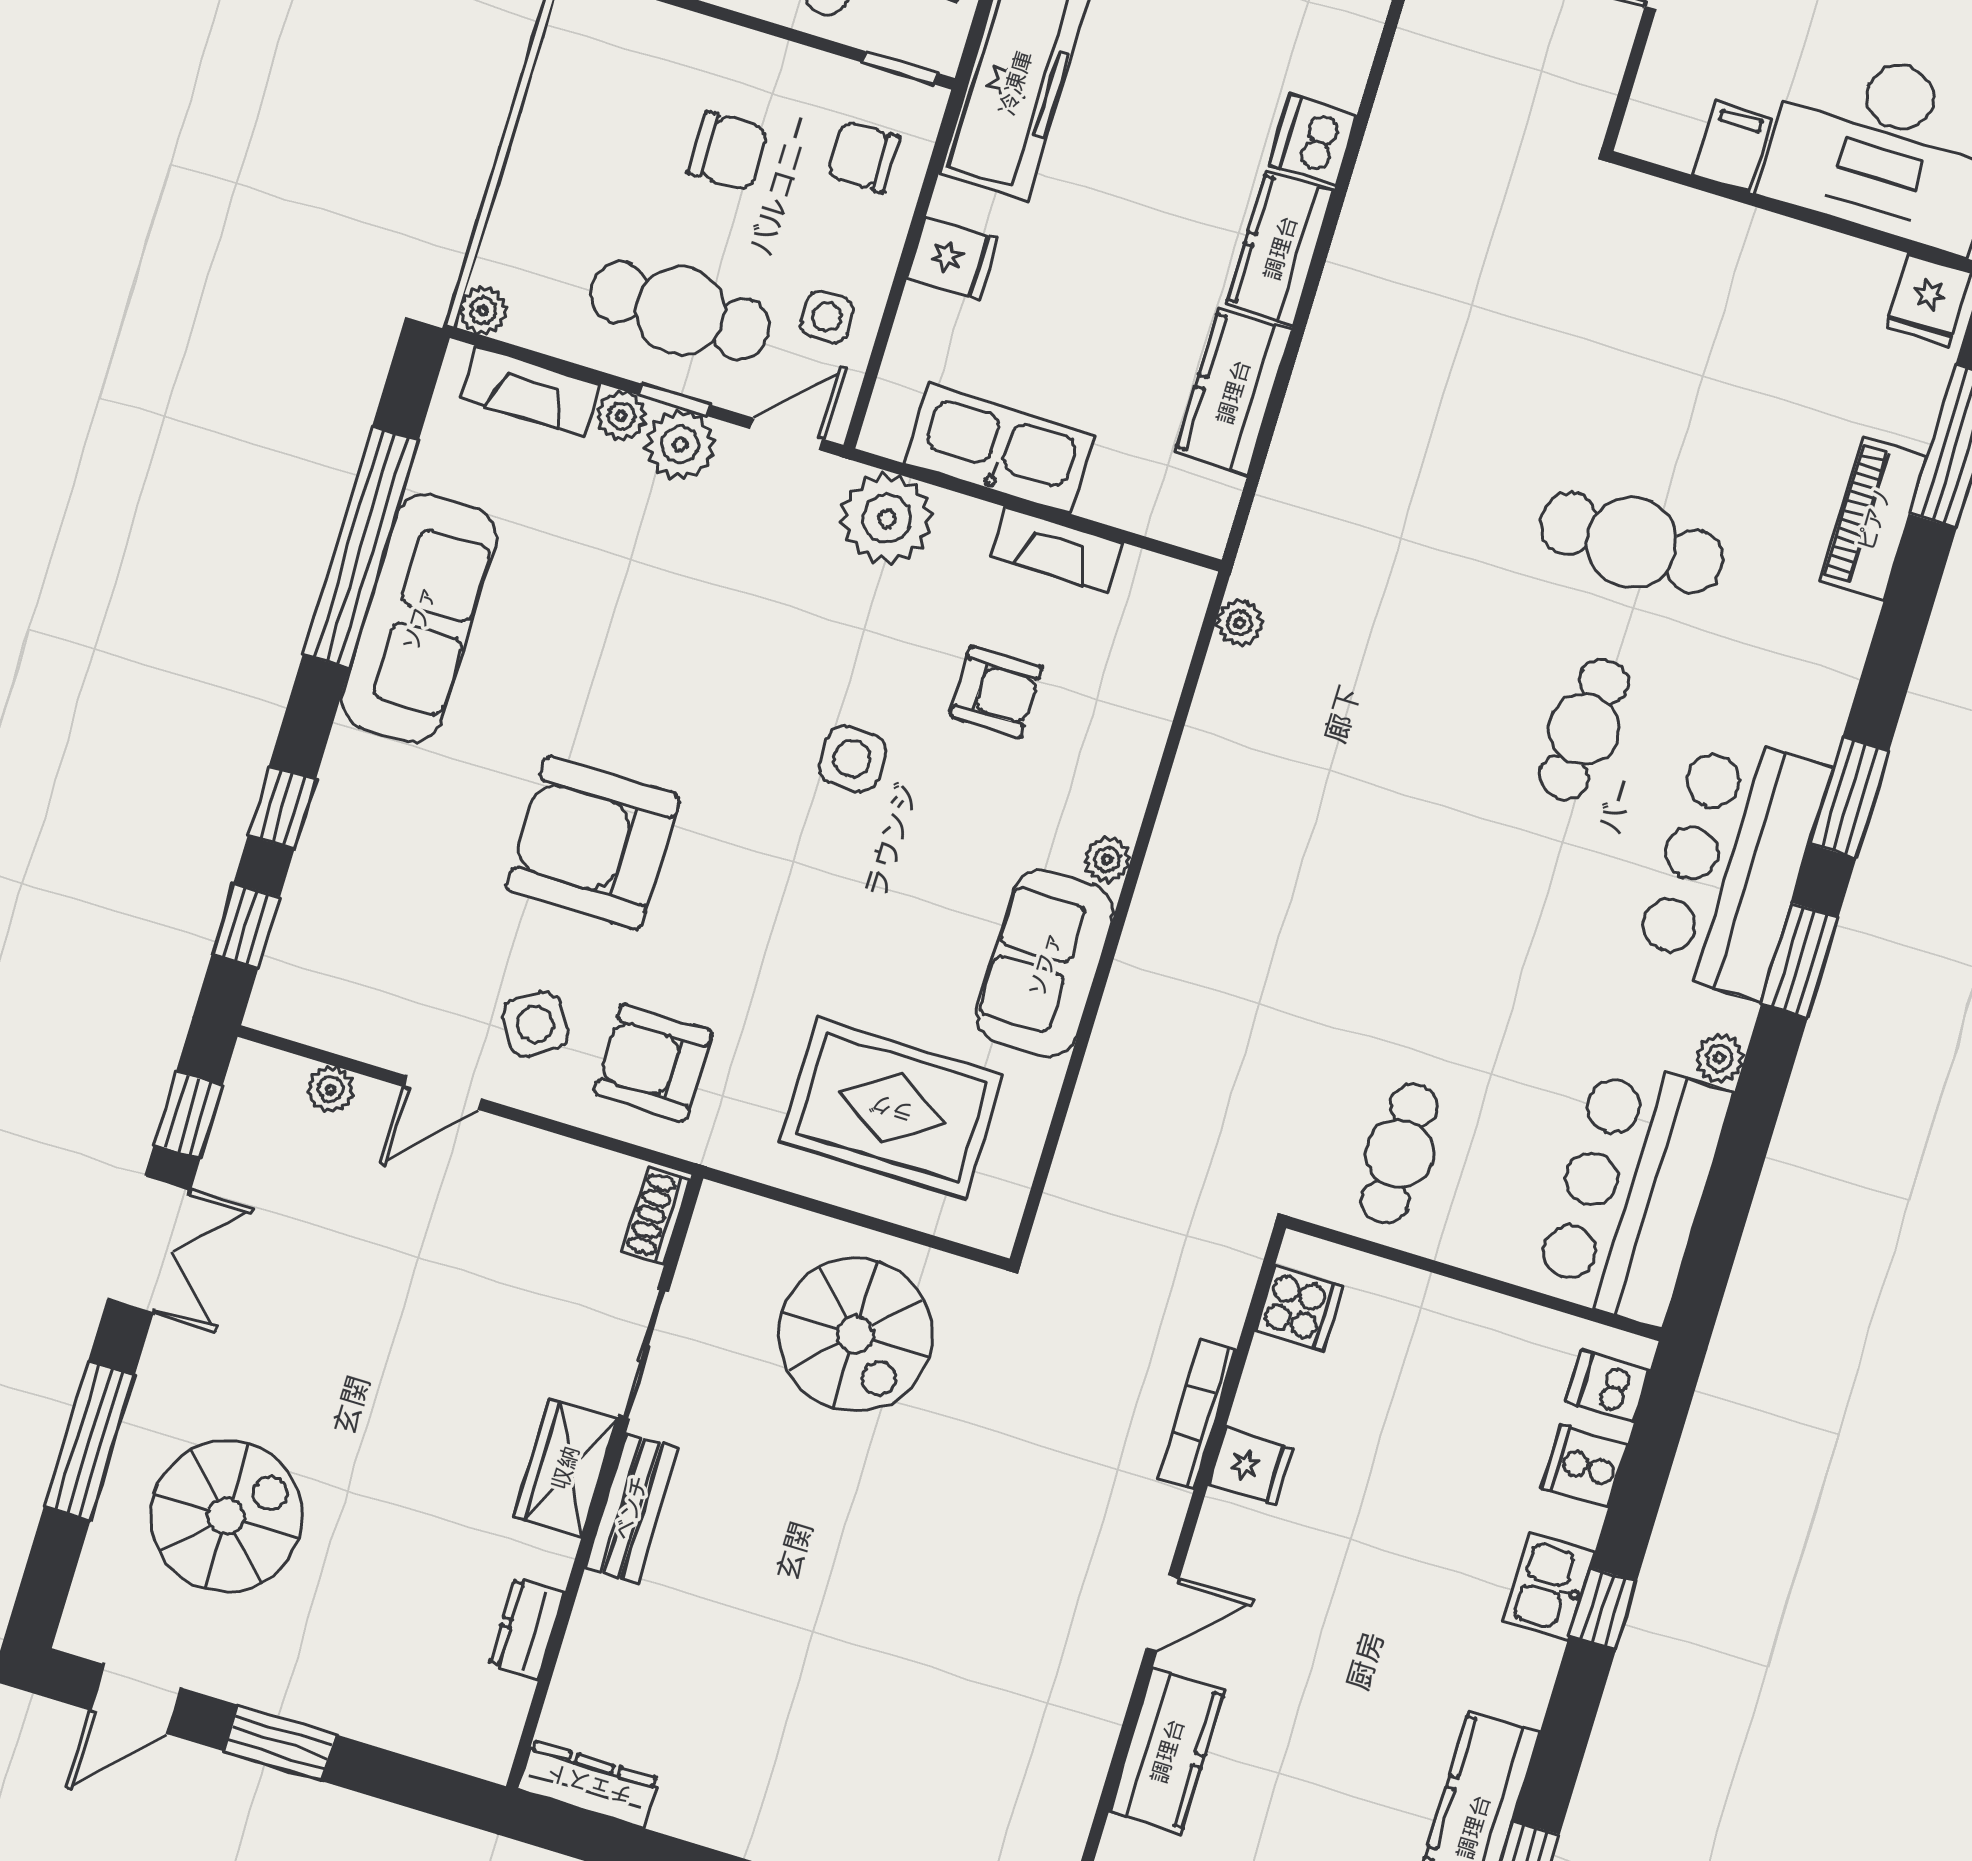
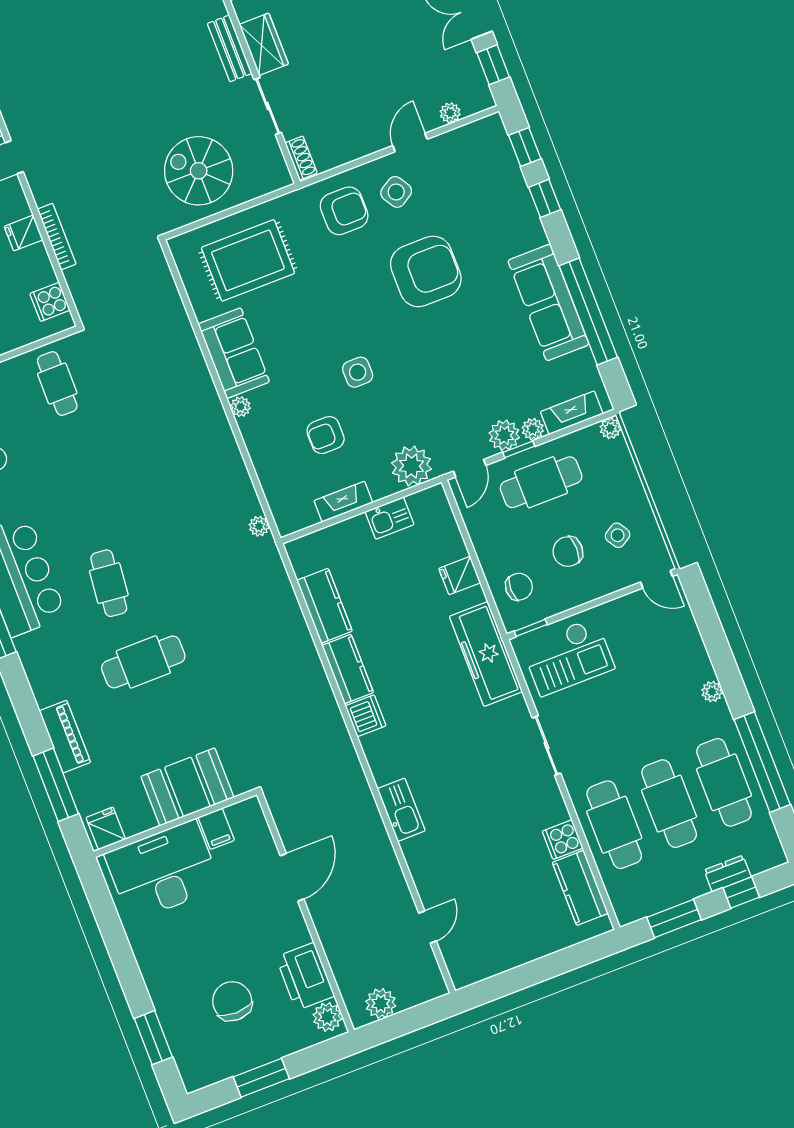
booth: (1726, 261) -> (187, 787), added
side table: (827, 317) -> (618, 535), moved, turned -32
kitchen sink: (1000, 449) -> (390, 518), width x0.53, depth x0.81

